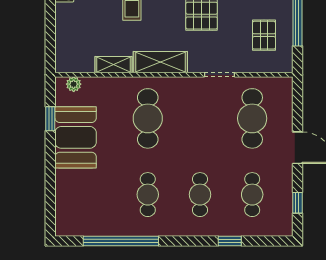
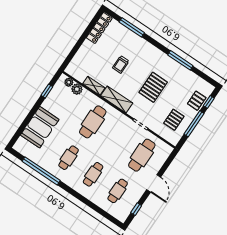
plant: (92, 86) -> (77, 89), added
booth: (76, 137) -> (40, 127), moved
window: (230, 241) -> (92, 206), removed

